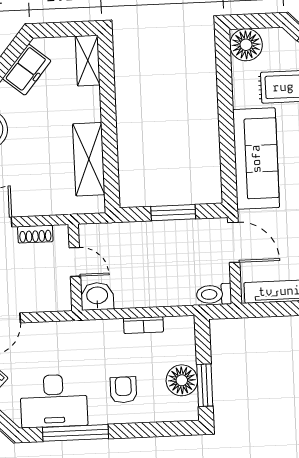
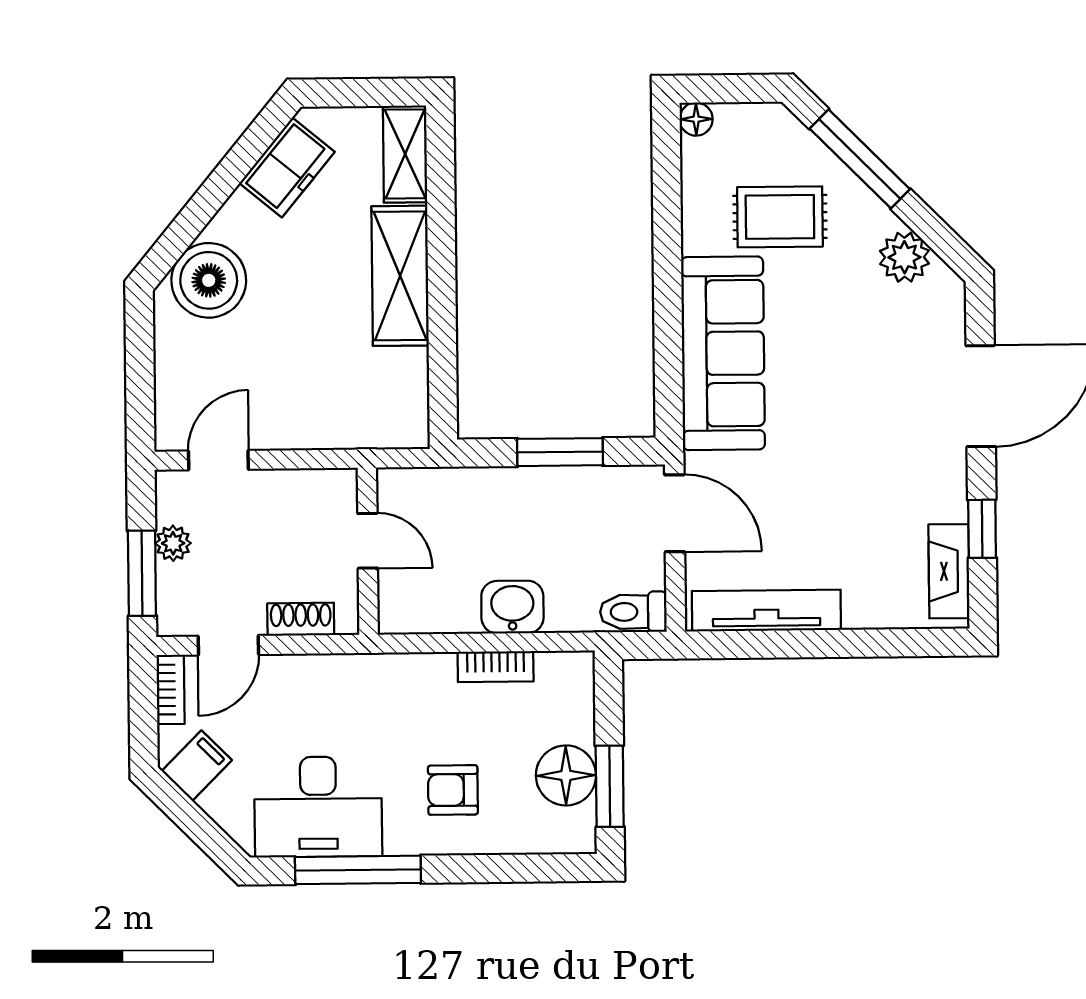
floor lamp: (246, 45) -> (696, 119), width x0.53, depth x0.53
shelving: (89, 159) -> (400, 276), moved
shoe rack: (35, 234) -> (301, 619), moved, turned 180
washbasin: (97, 296) -> (512, 607), moved
armchair: (123, 390) -> (453, 790), turned -90

